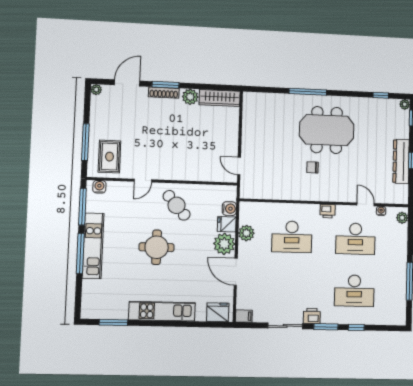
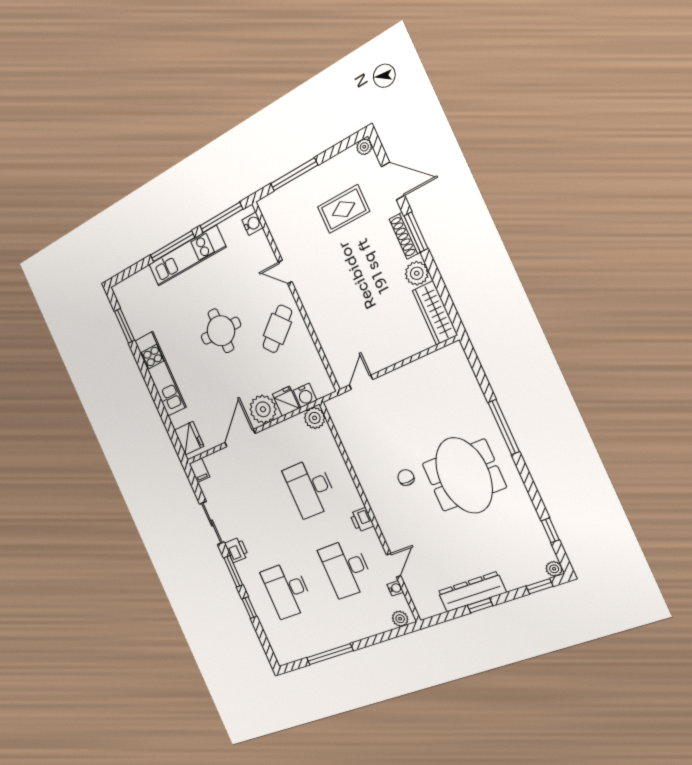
rug: (110, 157) -> (344, 209), moved
plant: (246, 233) -> (315, 418), moved

